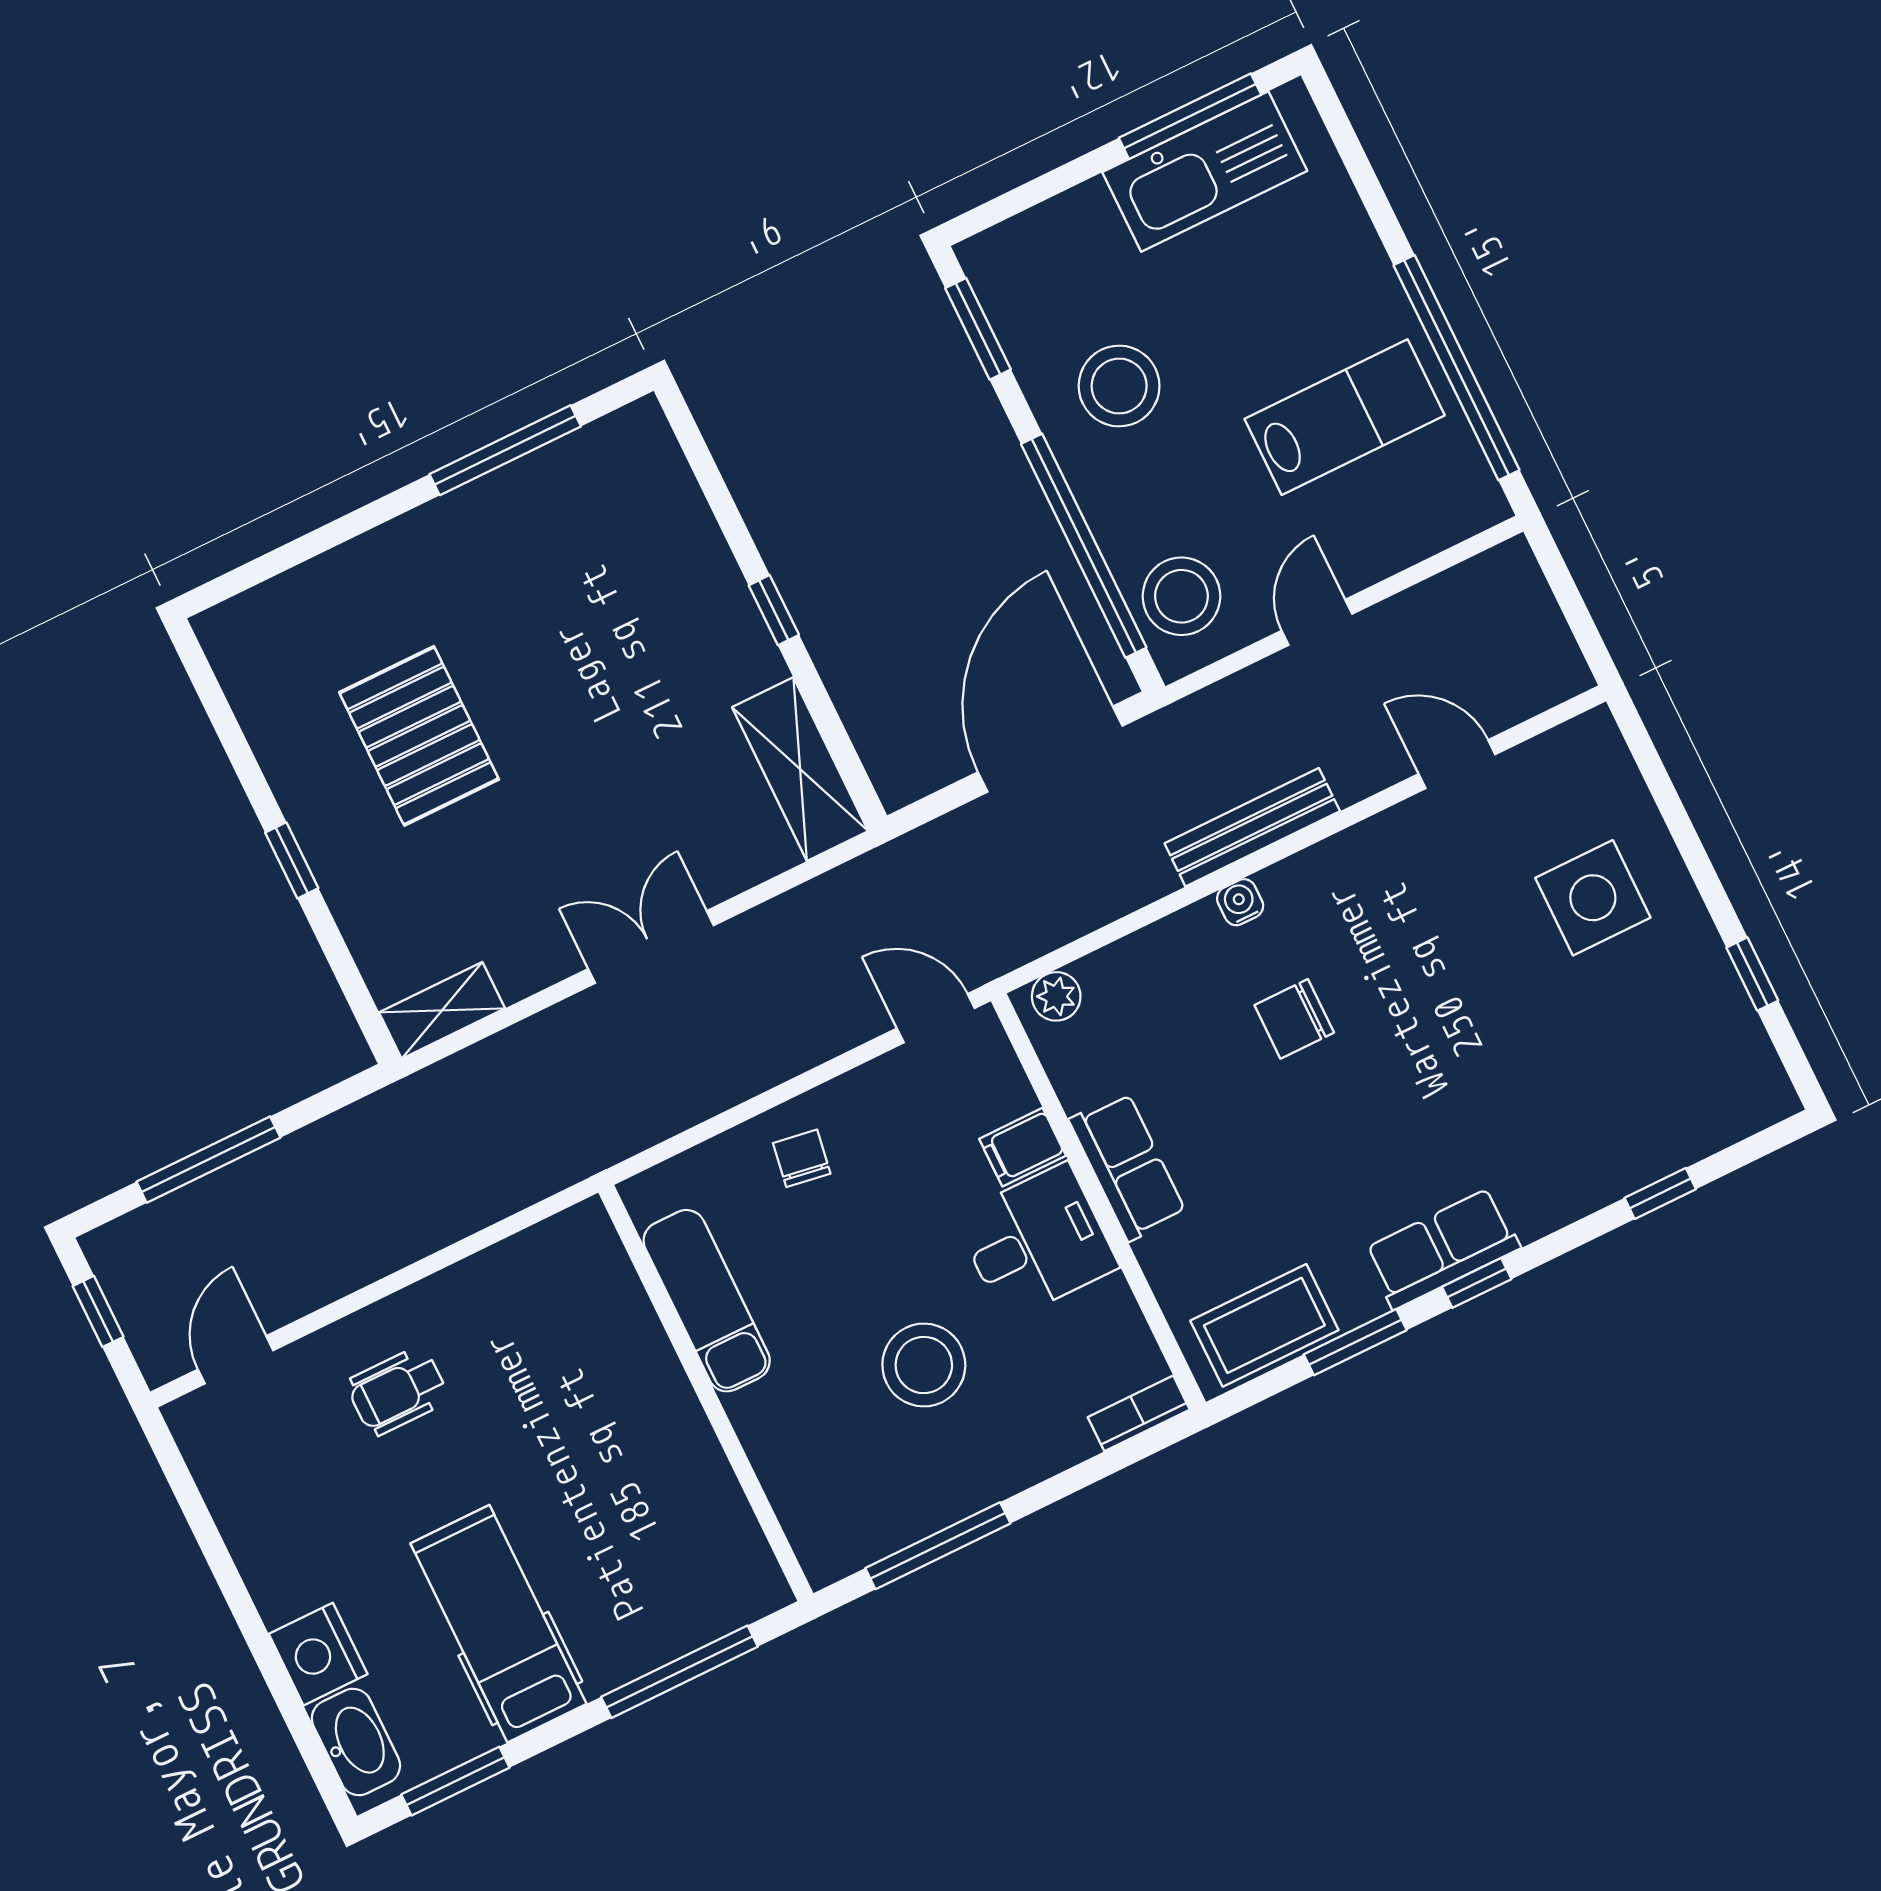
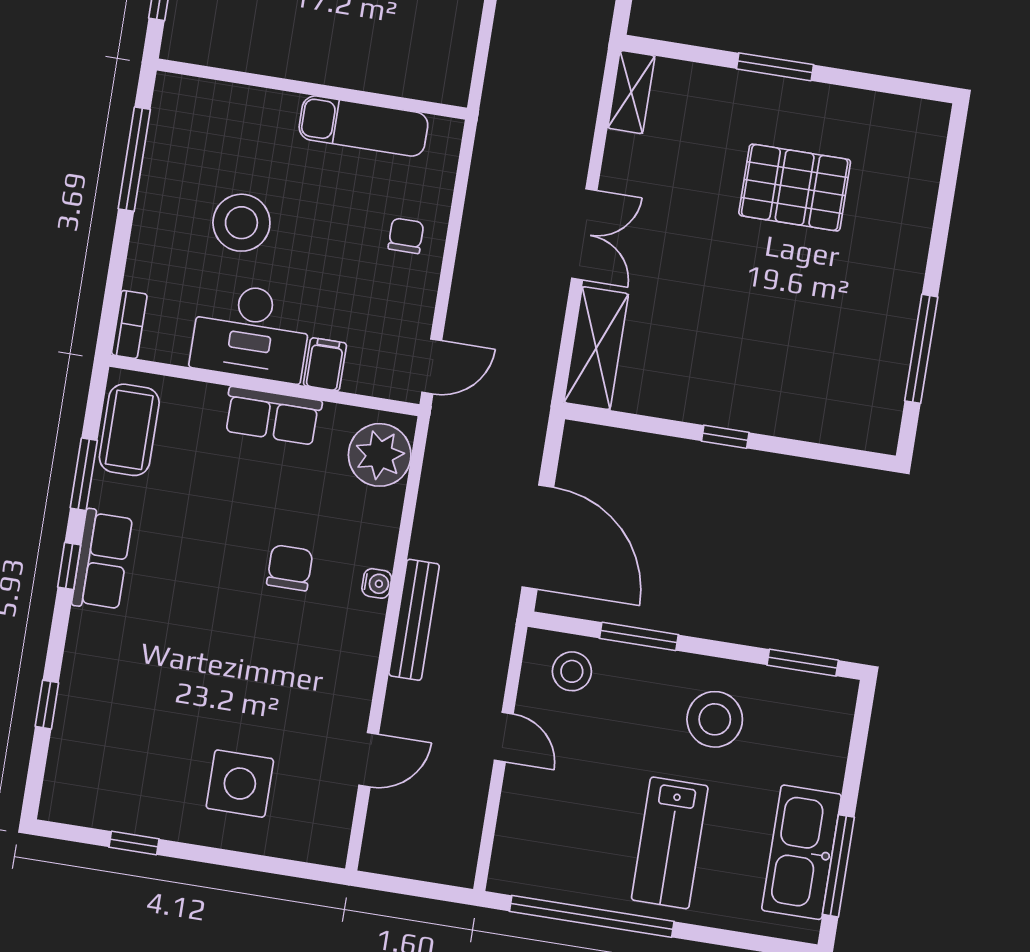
lab bench: (1345, 417) -> (670, 843), moved
window: (1084, 546) -> (639, 636), width x0.47
stool: (1181, 596) -> (572, 671), width x0.73, depth x0.73
shelving: (800, 769) -> (596, 348), moved, turned 90
window: (292, 860) -> (775, 67), width x1.50
plant: (1056, 996) -> (380, 455), width x1.88, depth x1.88
chair: (802, 1158) -> (406, 236), turned -99
desk: (1036, 1242) -> (251, 332), width x1.37

